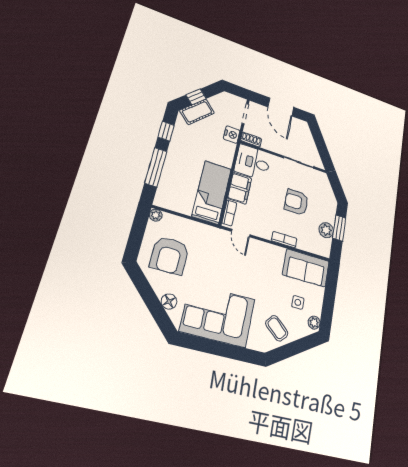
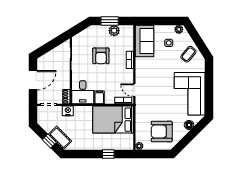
window: (166, 131) -> (82, 154), removed
window: (156, 167) -> (108, 154), width x0.46
filing cabinet: (240, 188) -> (99, 97), width x0.50
bed: (212, 192) -> (113, 120), width x1.50
door: (241, 233) -> (134, 90), swing flipped
armchair: (169, 255) -> (162, 132), turned 180

